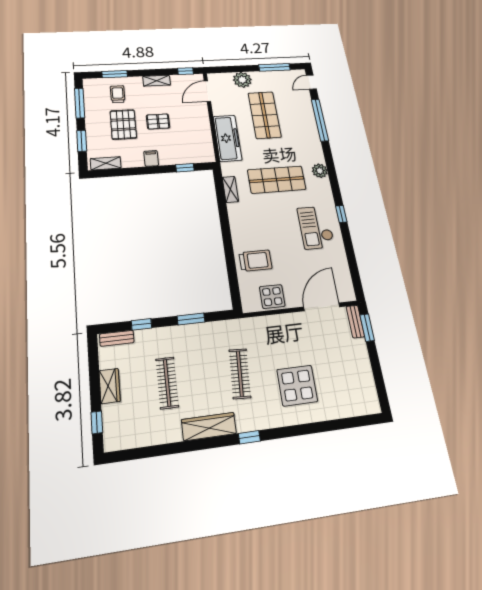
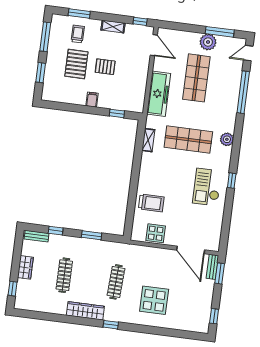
plant: (242, 80) -> (208, 42), moved
door: (207, 91) -> (154, 45), swing flipped
shelving: (106, 163) -> (56, 97), removed
door: (322, 307) -> (191, 250), swing flipped
window: (380, 386) -> (214, 316), added

